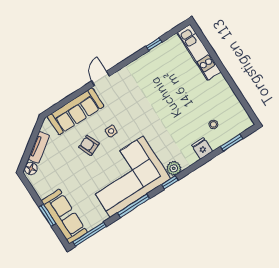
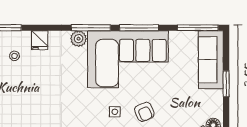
window: (170, 183) -> (91, 28), width x2.17
window: (47, 215) -> (226, 84), moved

